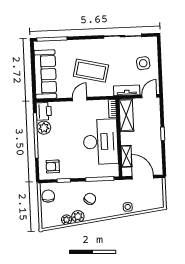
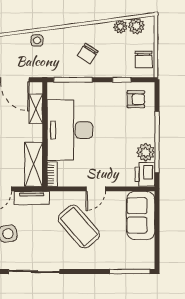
coffee table: (91, 71) -> (79, 227), turned 36
sofa: (45, 74) -> (141, 215), width x0.73
plant: (78, 216) -> (136, 26), moved

